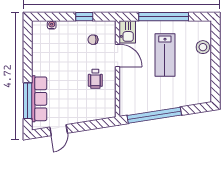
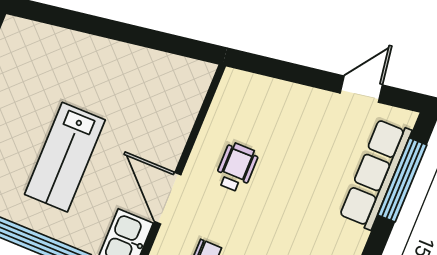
lab bench: (165, 55) -> (65, 157), turned 180
window: (154, 115) -> (141, 37), removed

